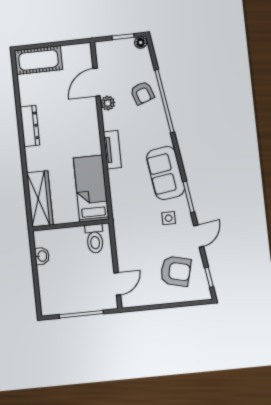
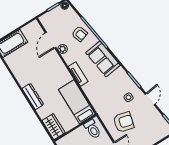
dresser: (30, 126) -> (33, 96), moved
sofa: (166, 173) -> (103, 59), moved
wardrobe: (40, 199) -> (54, 127), width x0.67
armchair: (176, 271) -> (124, 122), moved

